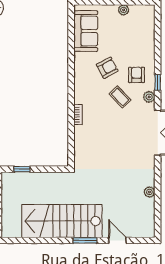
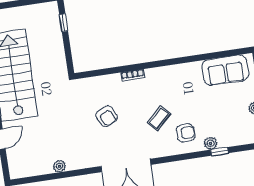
armchair: (107, 68) -> (107, 116), moved
window: (158, 82) -> (219, 151), moved
plant: (149, 97) -> (211, 143), moved

